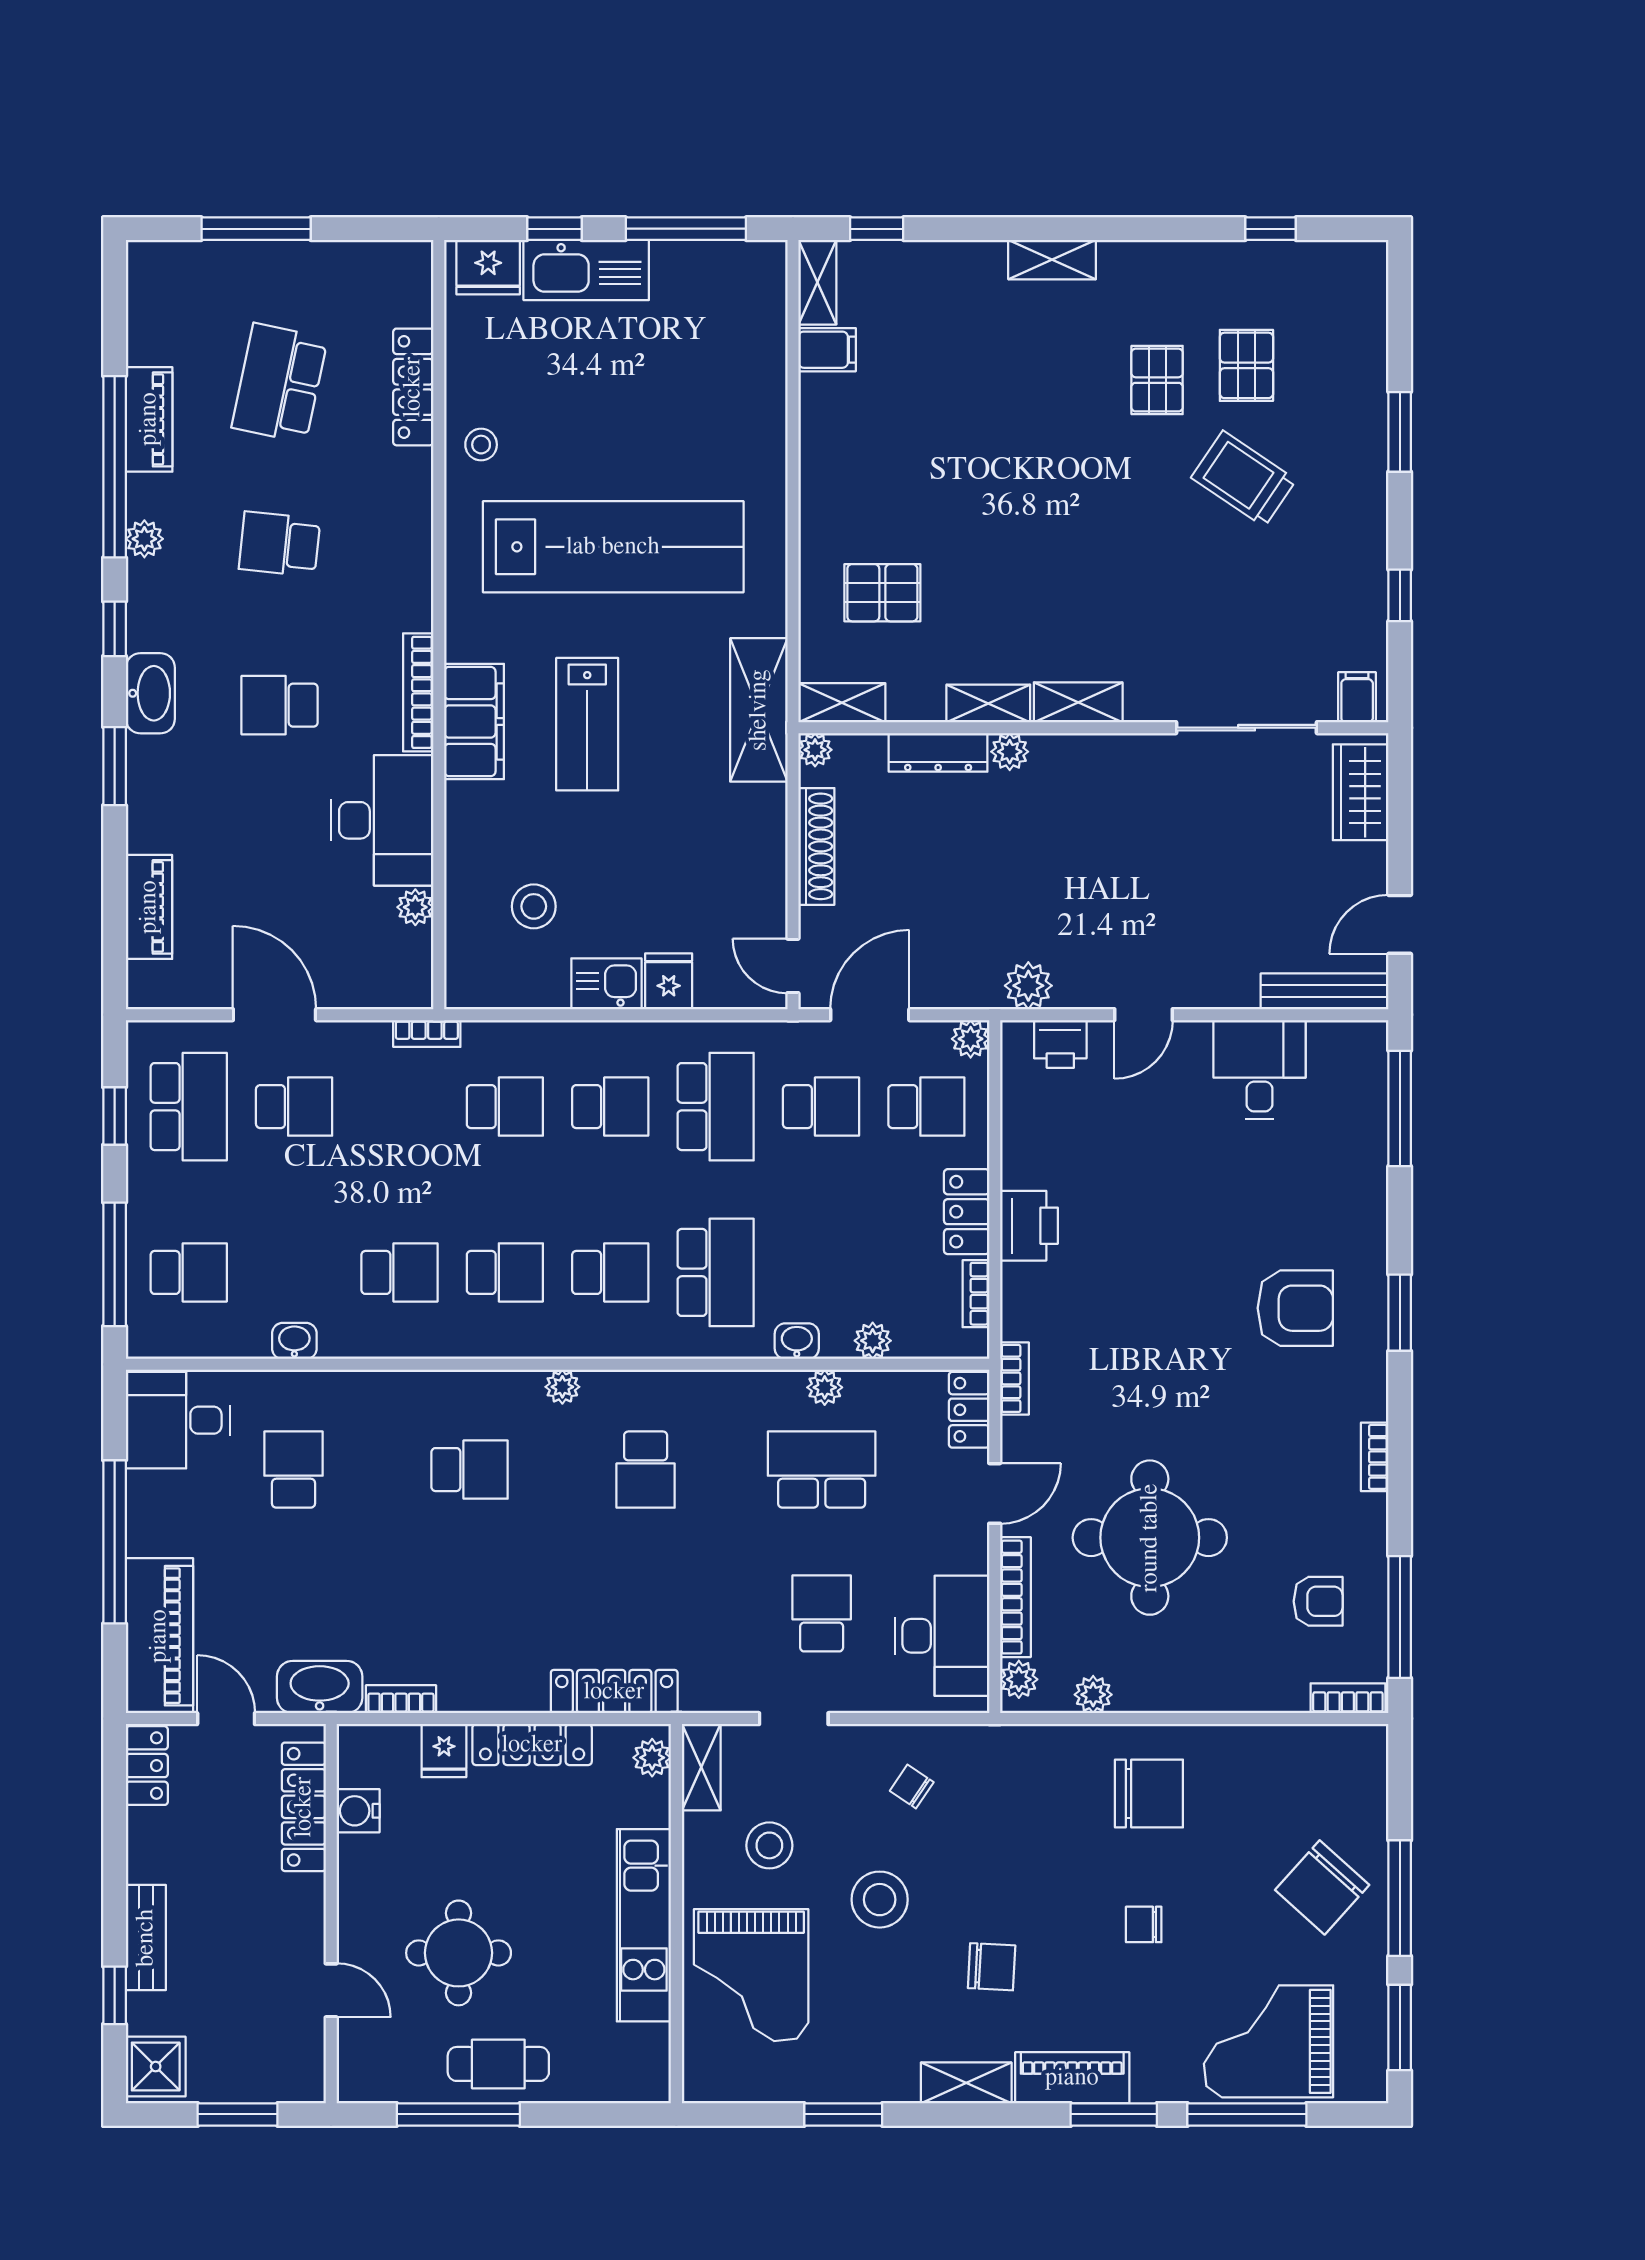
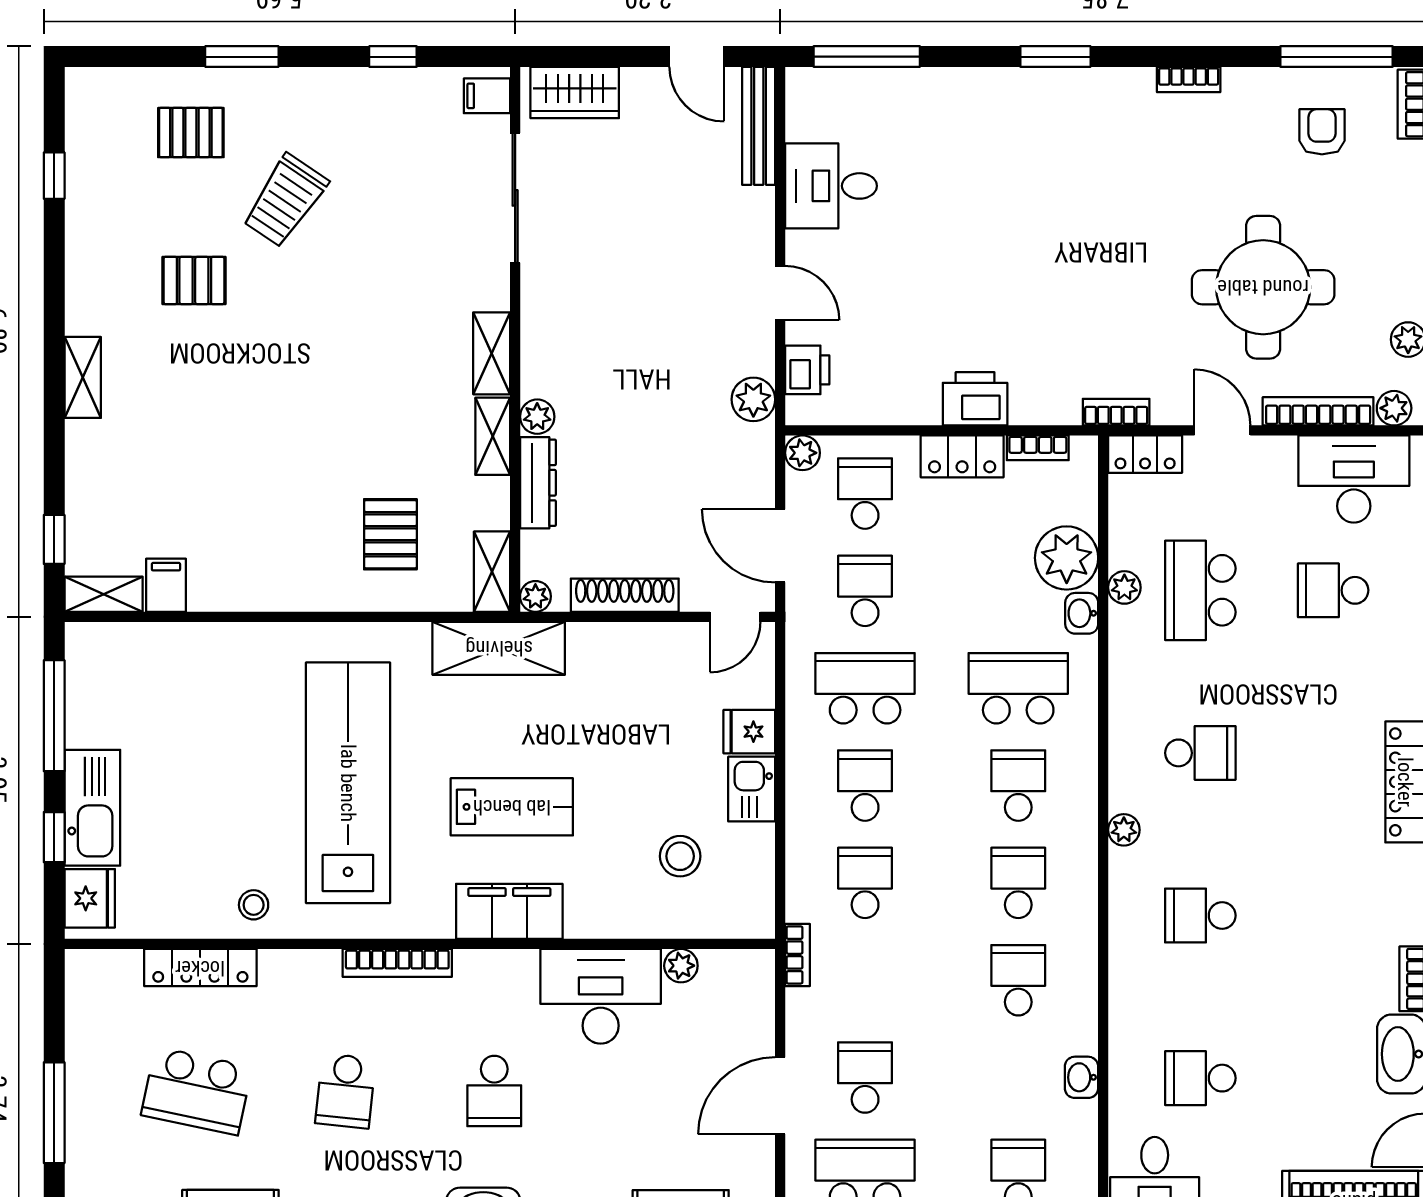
pallet: (1246, 365) -> (191, 133), moved
bookcase: (418, 692) -> (397, 963), moved
armchair: (1295, 1308) -> (1051, 153), removed
plant: (873, 1341) -> (1067, 558), width x1.88, depth x1.88
school desk: (470, 1470) -> (1200, 916), turned -90

